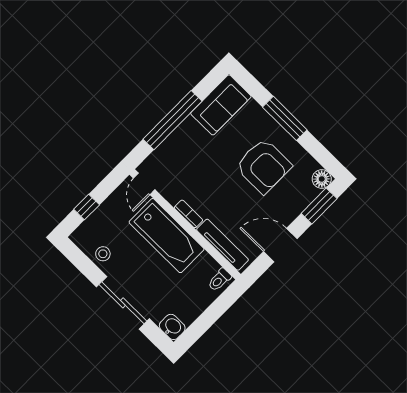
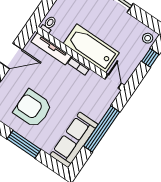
sofa: (221, 105) -> (74, 140), width x1.36
stool: (103, 254) -> (148, 38), moved

